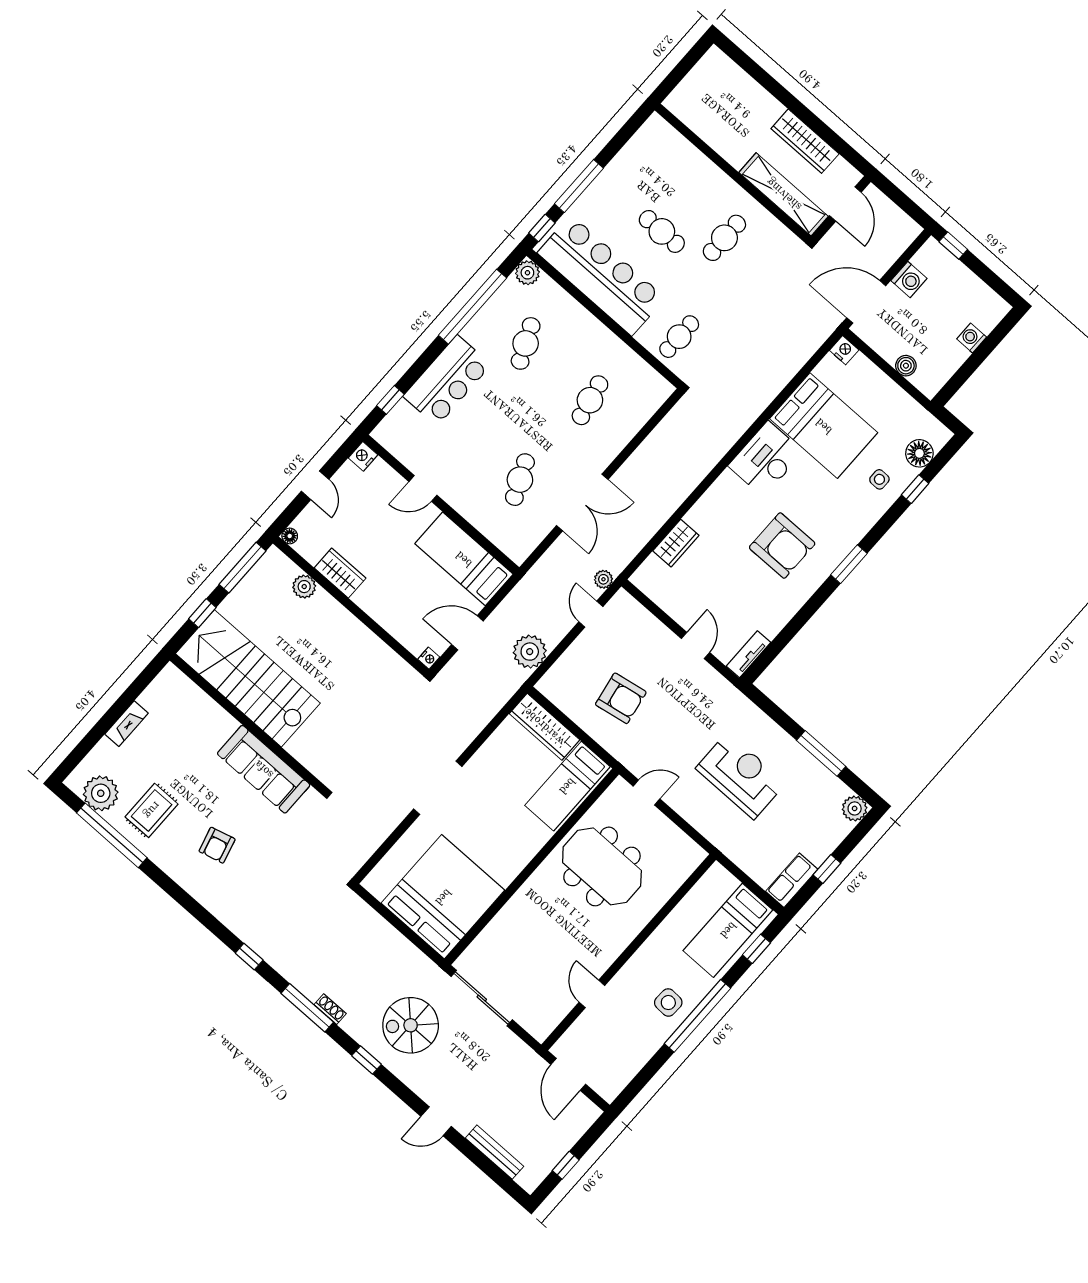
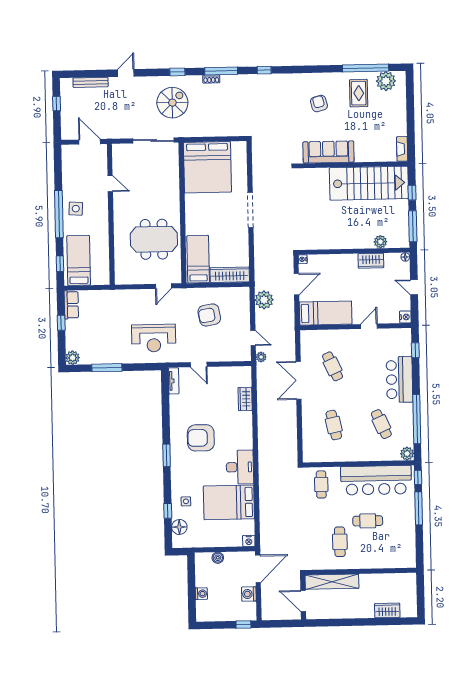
wardrobe: (805, 141) -> (387, 610), moved, width x0.67
fireplace: (127, 724) -> (402, 149), moved
reception desk: (741, 776) -> (154, 338), moved

